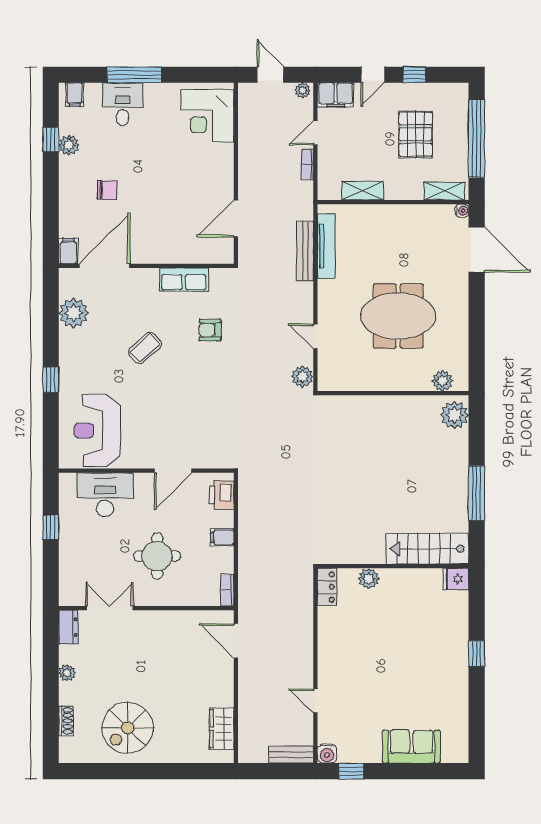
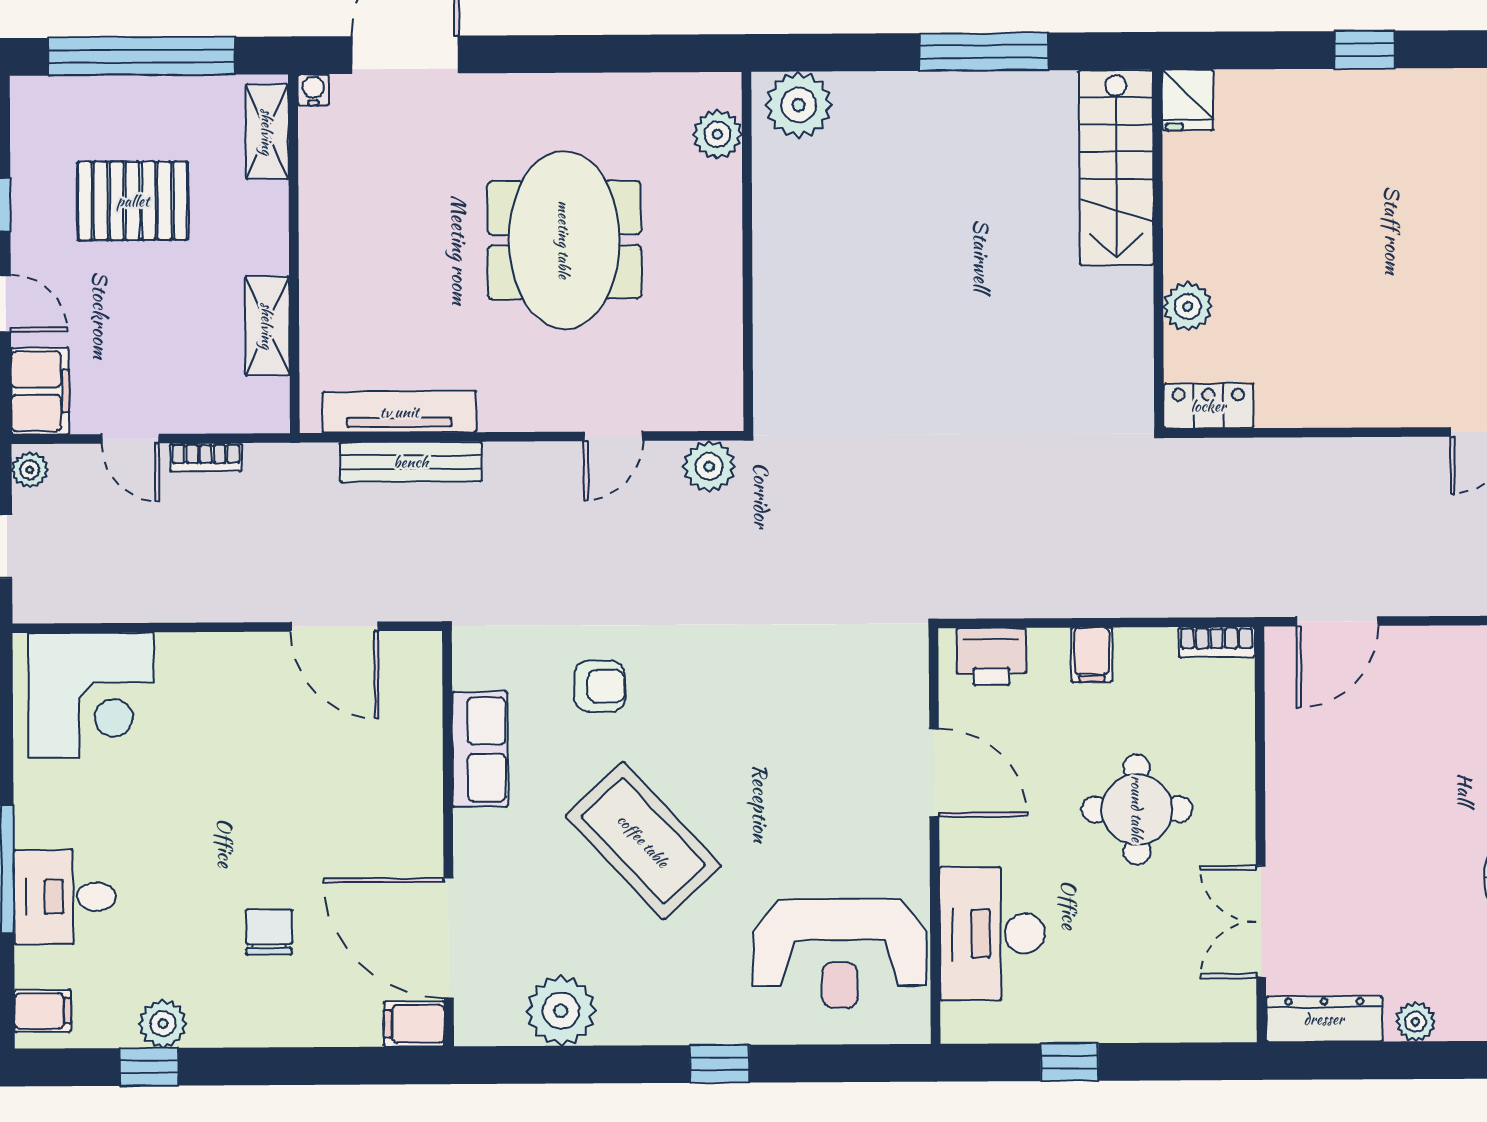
armchair: (210, 330) -> (600, 686), turned -90
coffee table: (145, 348) -> (643, 841), width x1.86, depth x1.72
dresser: (68, 627) -> (1324, 1019), width x1.44

